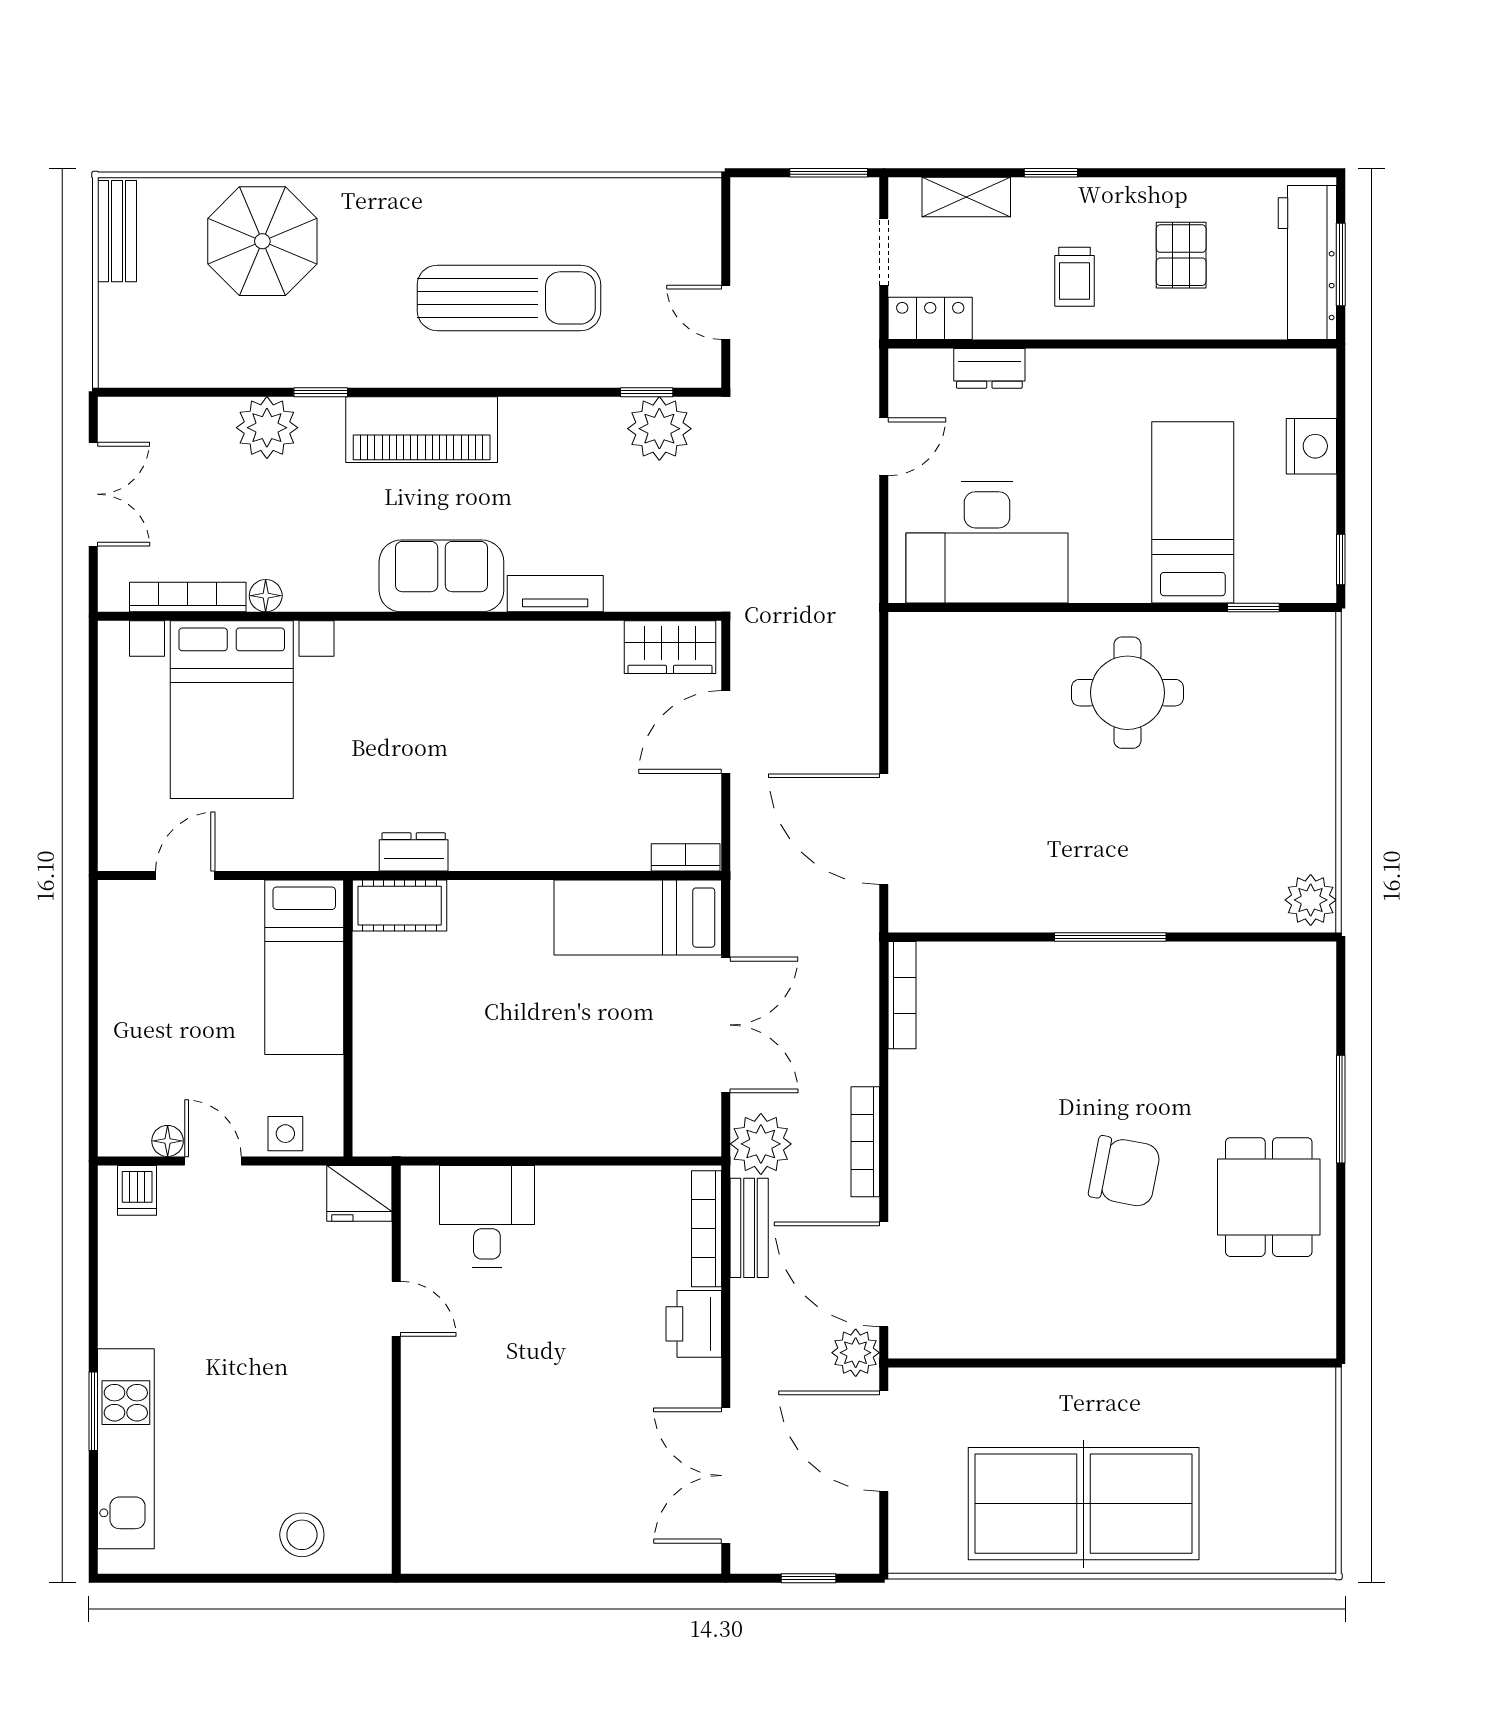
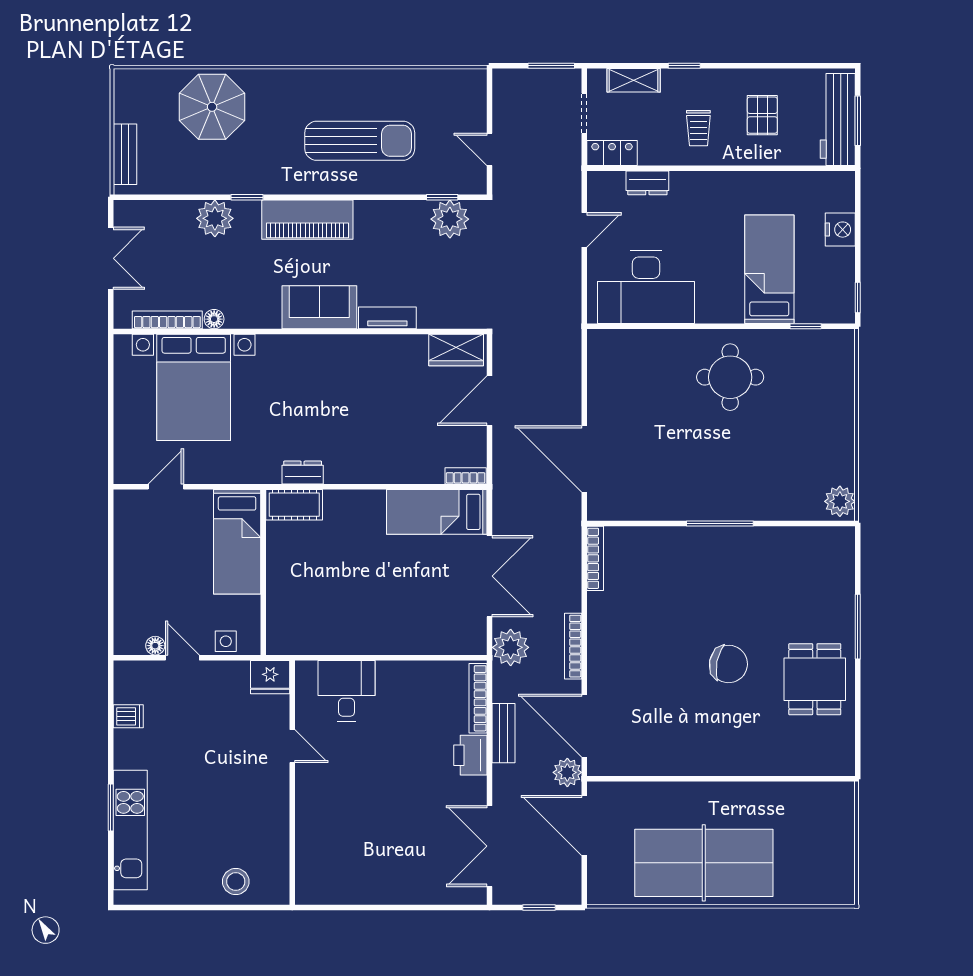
bench: (117, 231) -> (125, 154), moved
dishwasher: (137, 1190) -> (128, 716), moved, turned -90
bench: (749, 1228) -> (504, 733), moved

